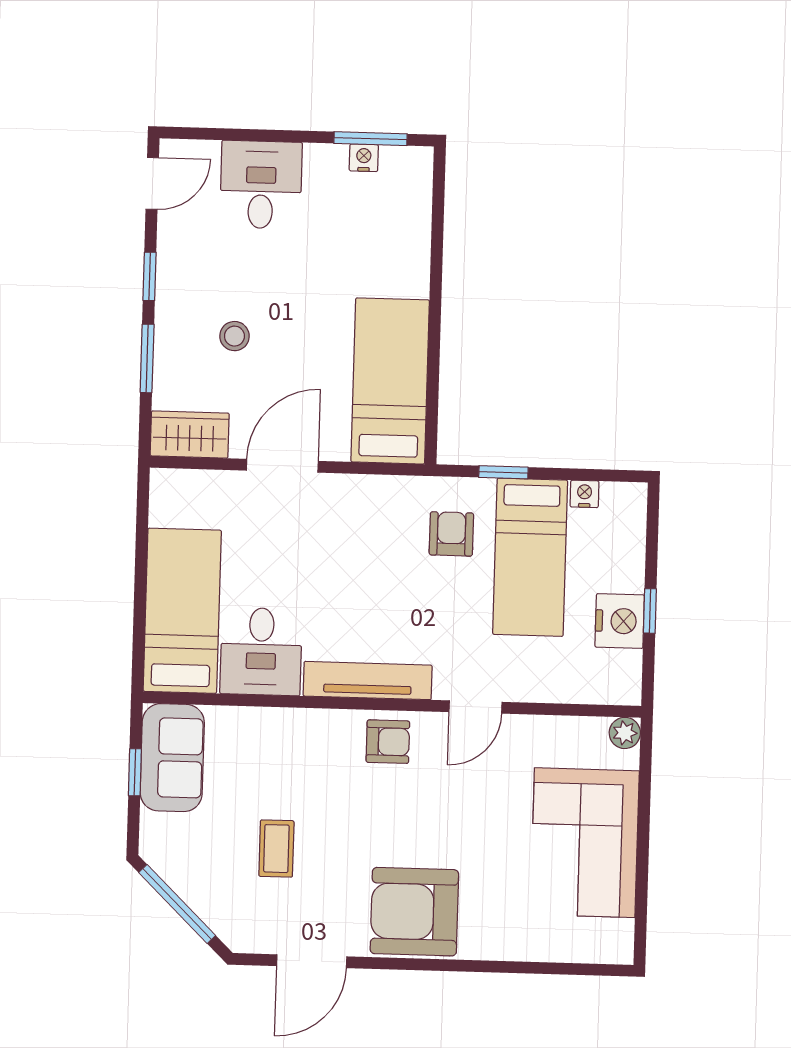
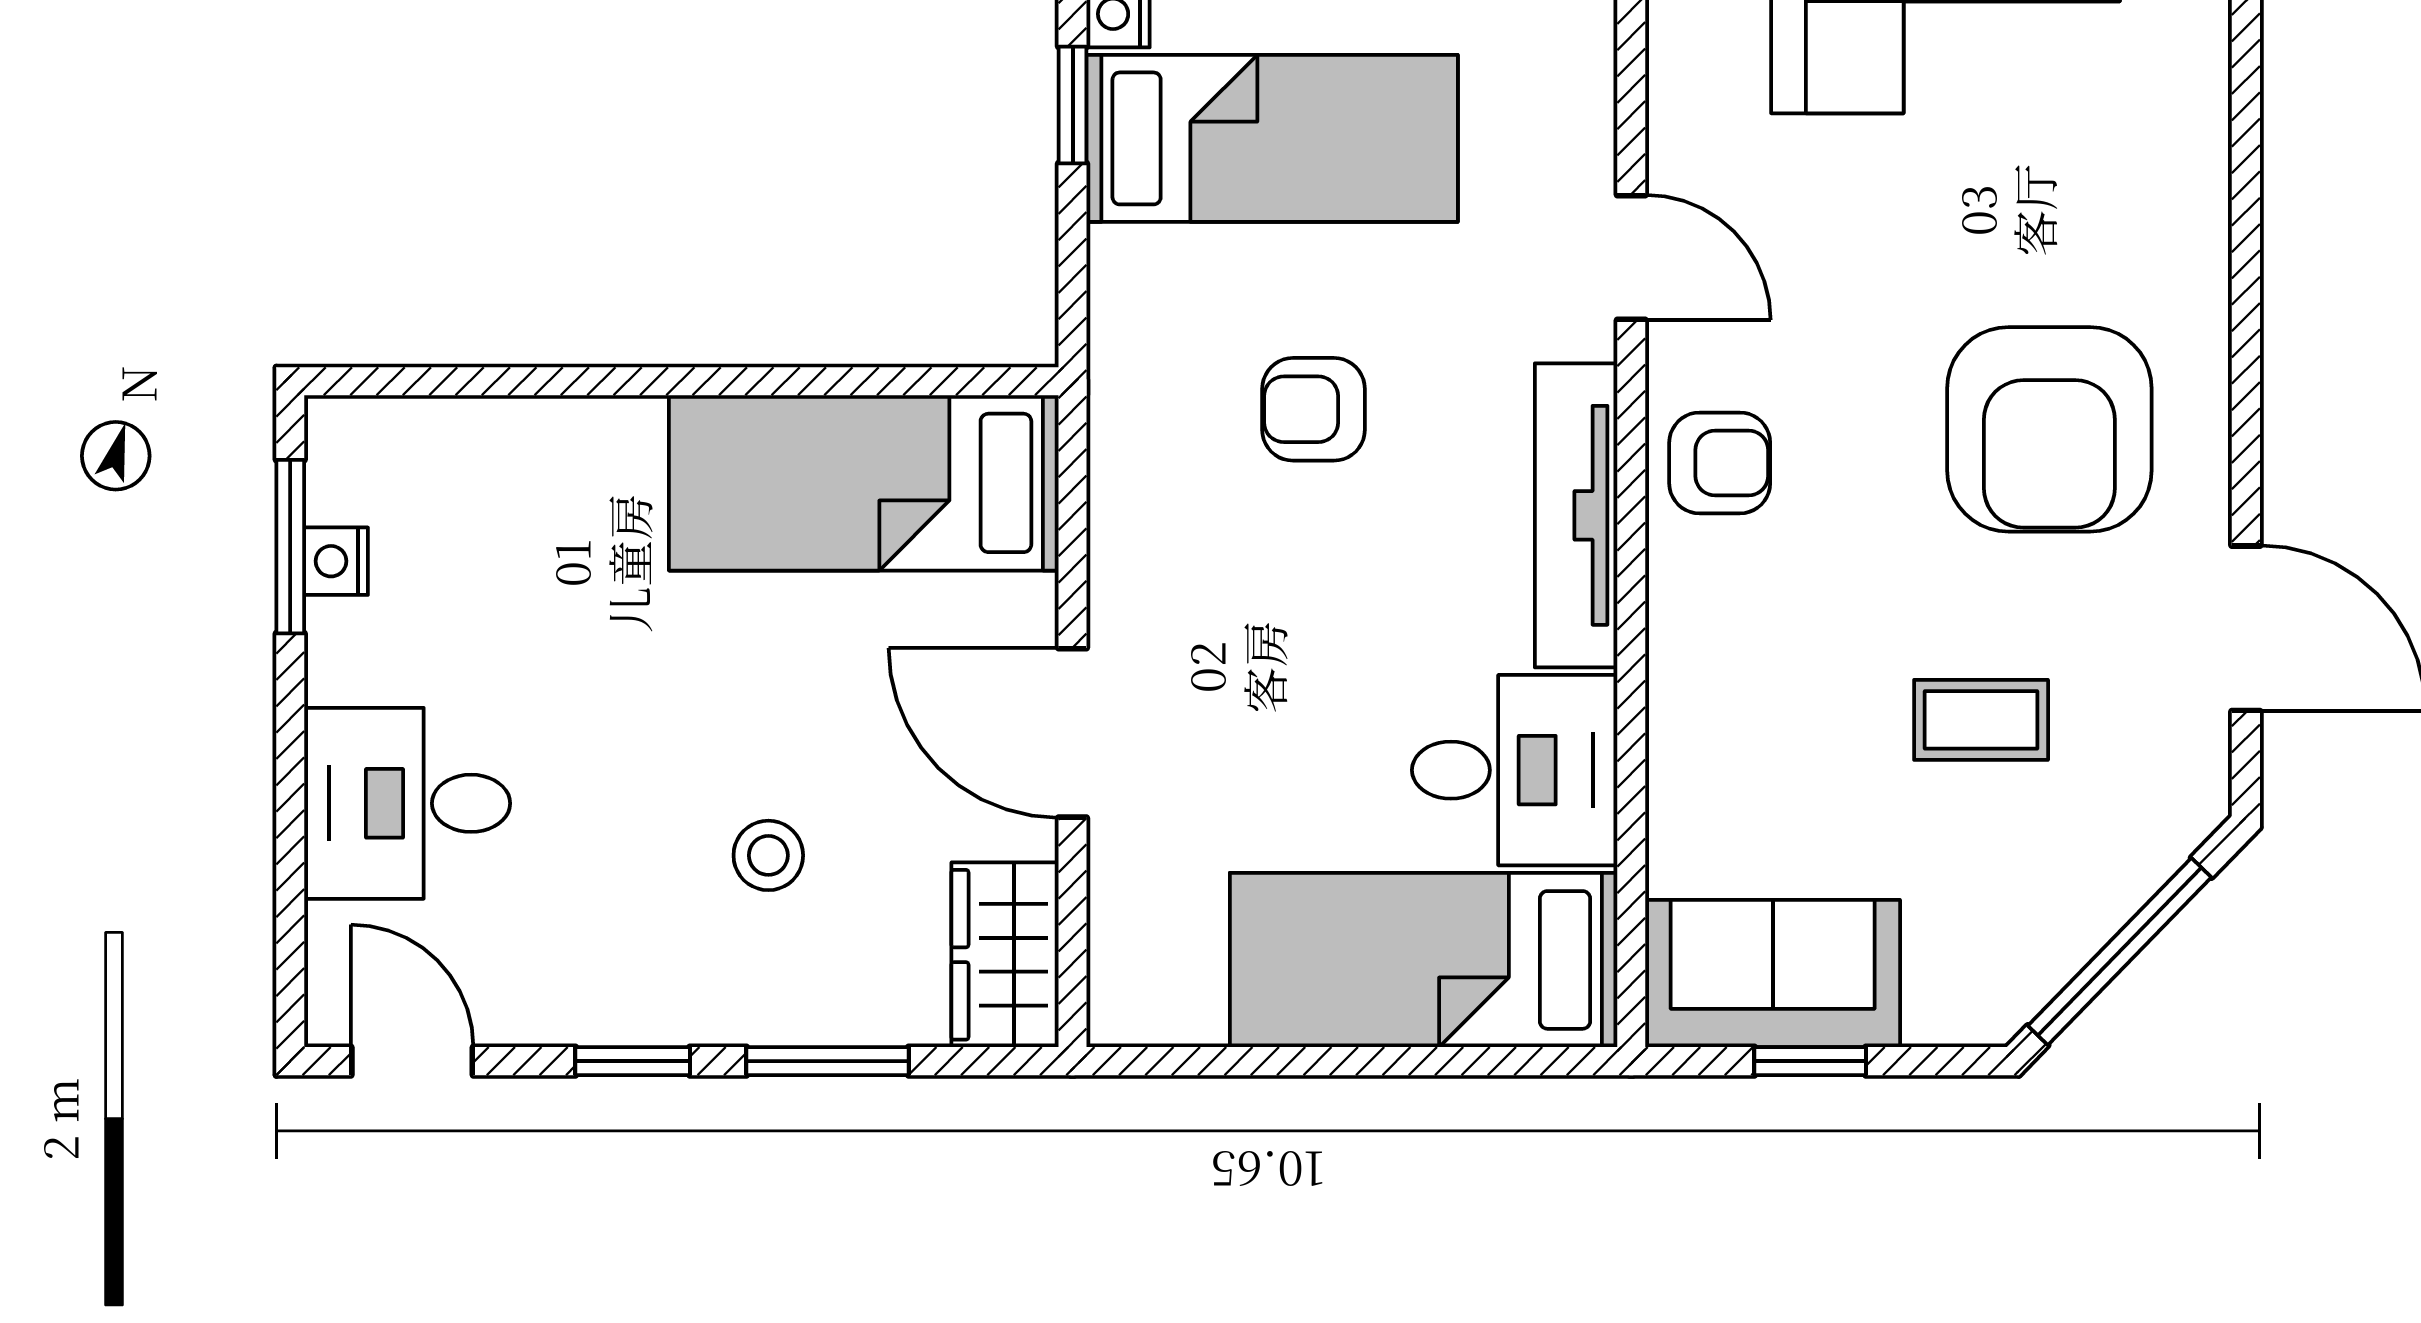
window: (503, 472) -> (1073, 105), moved
armchair: (451, 534) -> (1313, 409), moved
armchair: (388, 742) -> (1720, 463), turned 90
armchair: (414, 912) -> (2049, 429), moved

